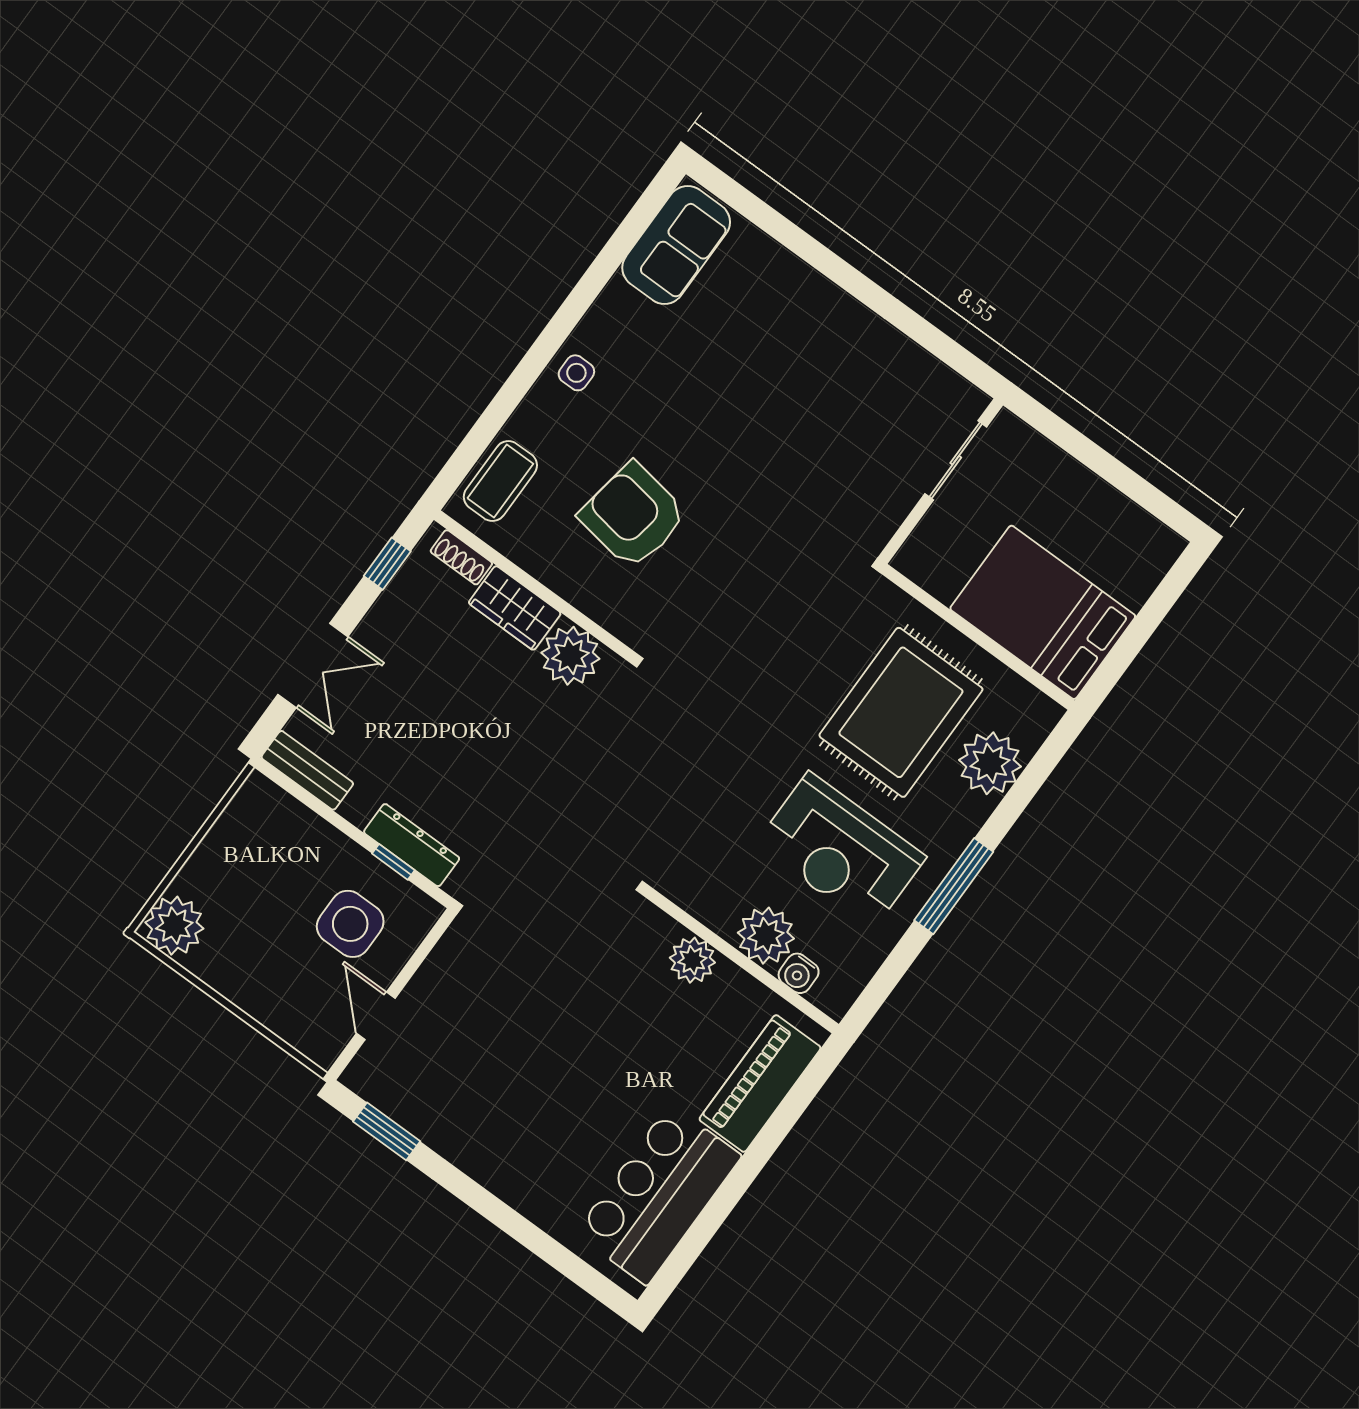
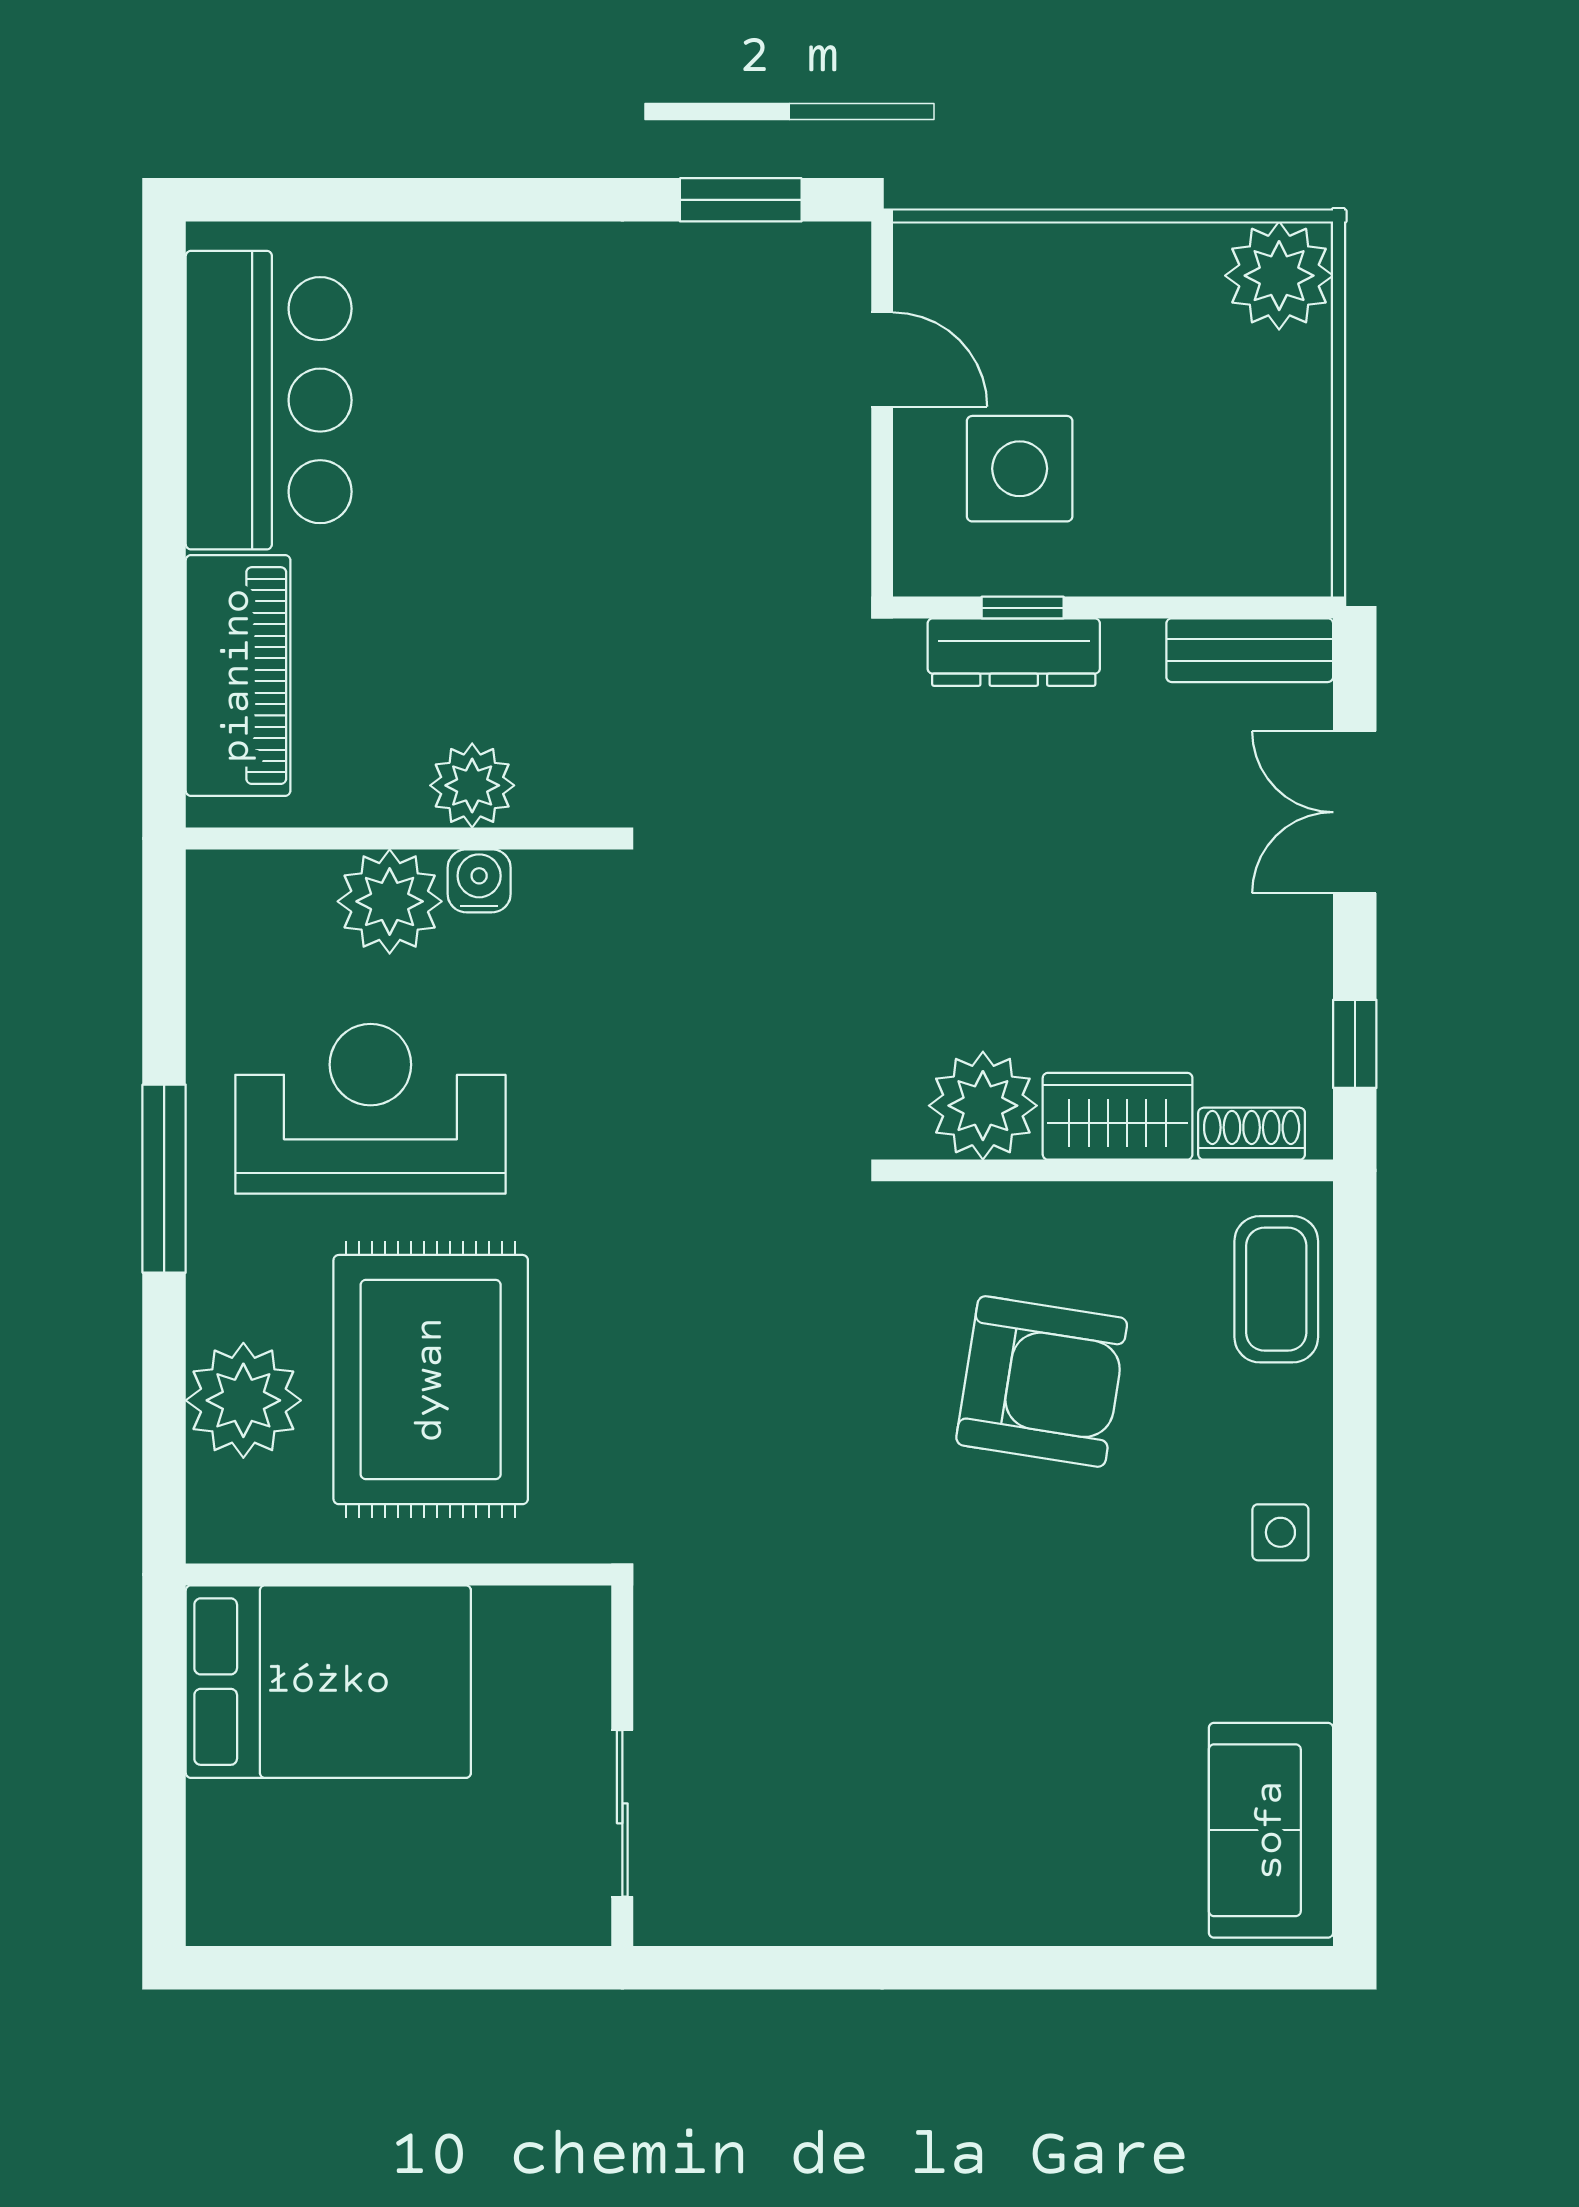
water cooler: (799, 973) -> (479, 881), moved

